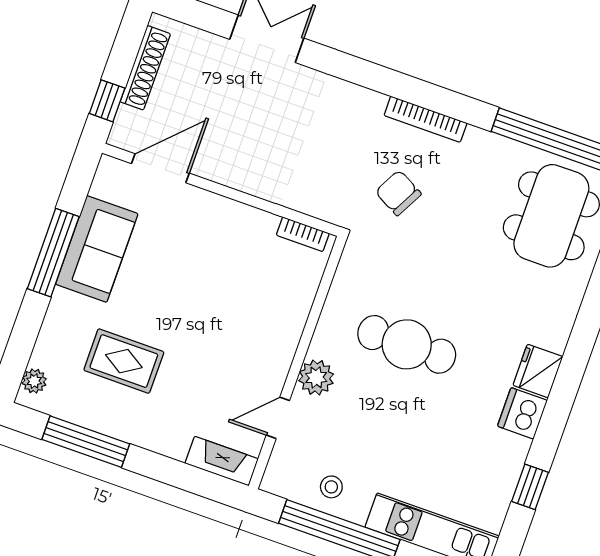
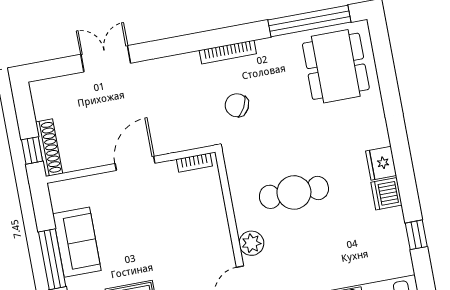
shoe rack: (145, 68) -> (49, 148), moved
door: (160, 168) -> (135, 163), moved

